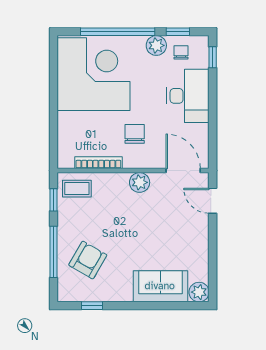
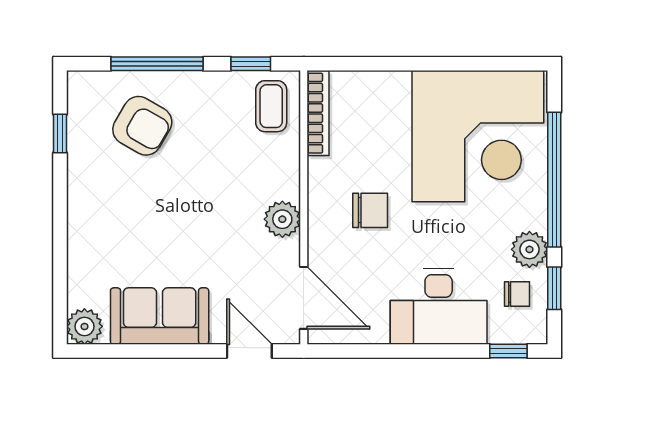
bookcase: (98, 163) -> (318, 113), moved
door: (183, 171) -> (304, 298), hinge flipped
door: (213, 201) -> (249, 351), hinge flipped
sofa: (160, 286) -> (160, 316), moved, turned -90

